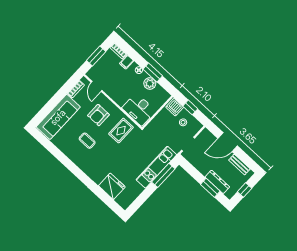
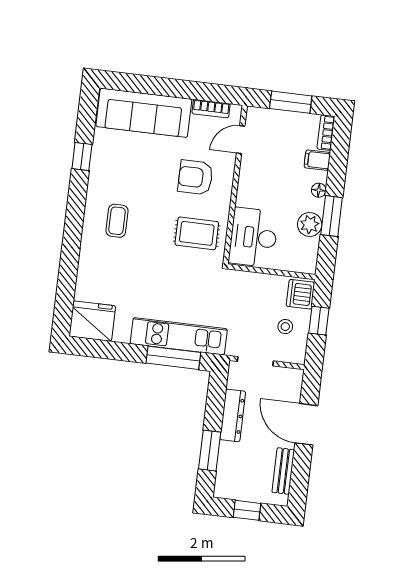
coffee table: (87, 141) -> (117, 221), moved
window: (58, 154) -> (82, 157), added
dresser: (217, 182) -> (233, 415), moved
fridge: (112, 186) -> (92, 321), moved, turned -90

